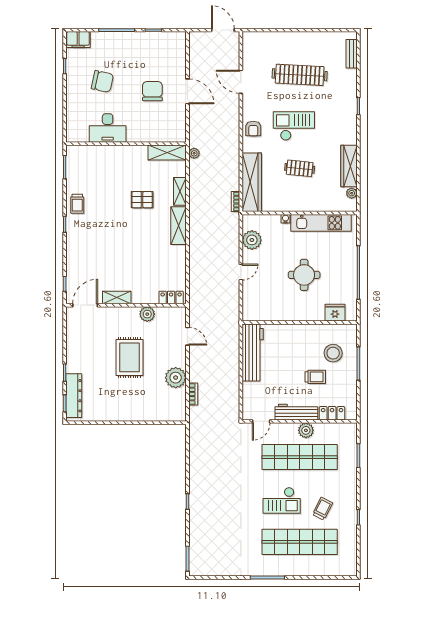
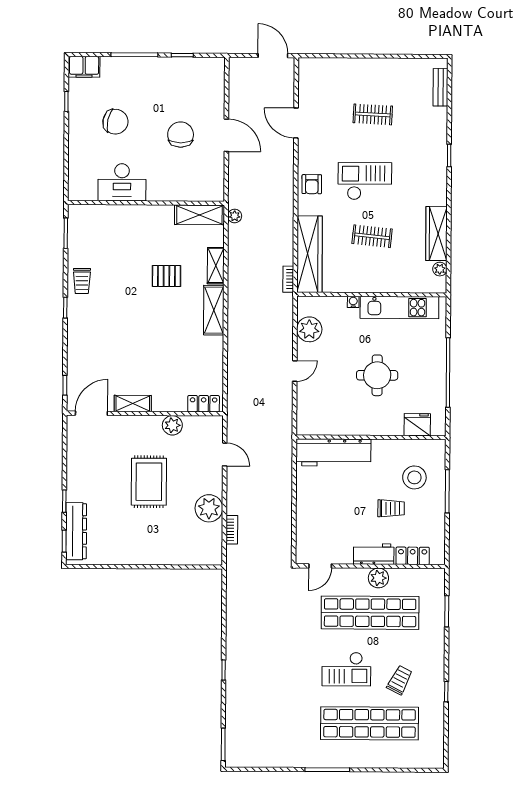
clothes rail: (300, 75) -> (373, 114), width x0.54, depth x0.76
workbench: (253, 353) -> (333, 452), moved, turned 90
workbench: (296, 412) -> (374, 554), width x0.73

